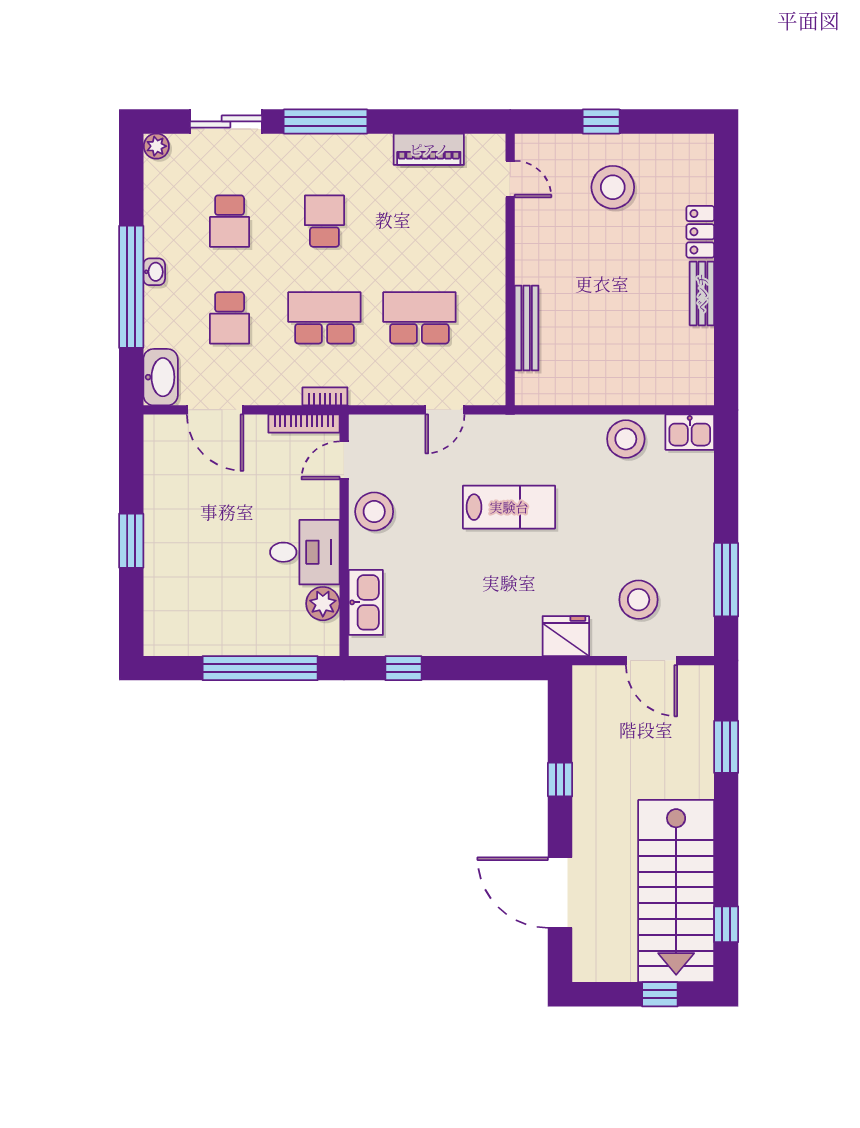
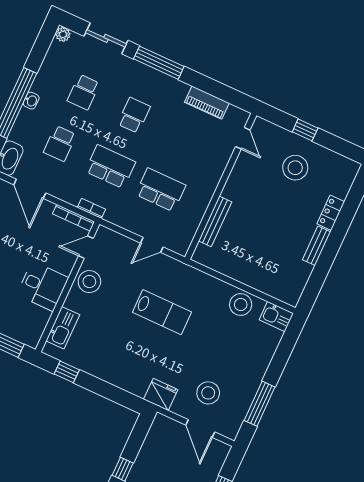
plant: (323, 604) -> (40, 318), removed

